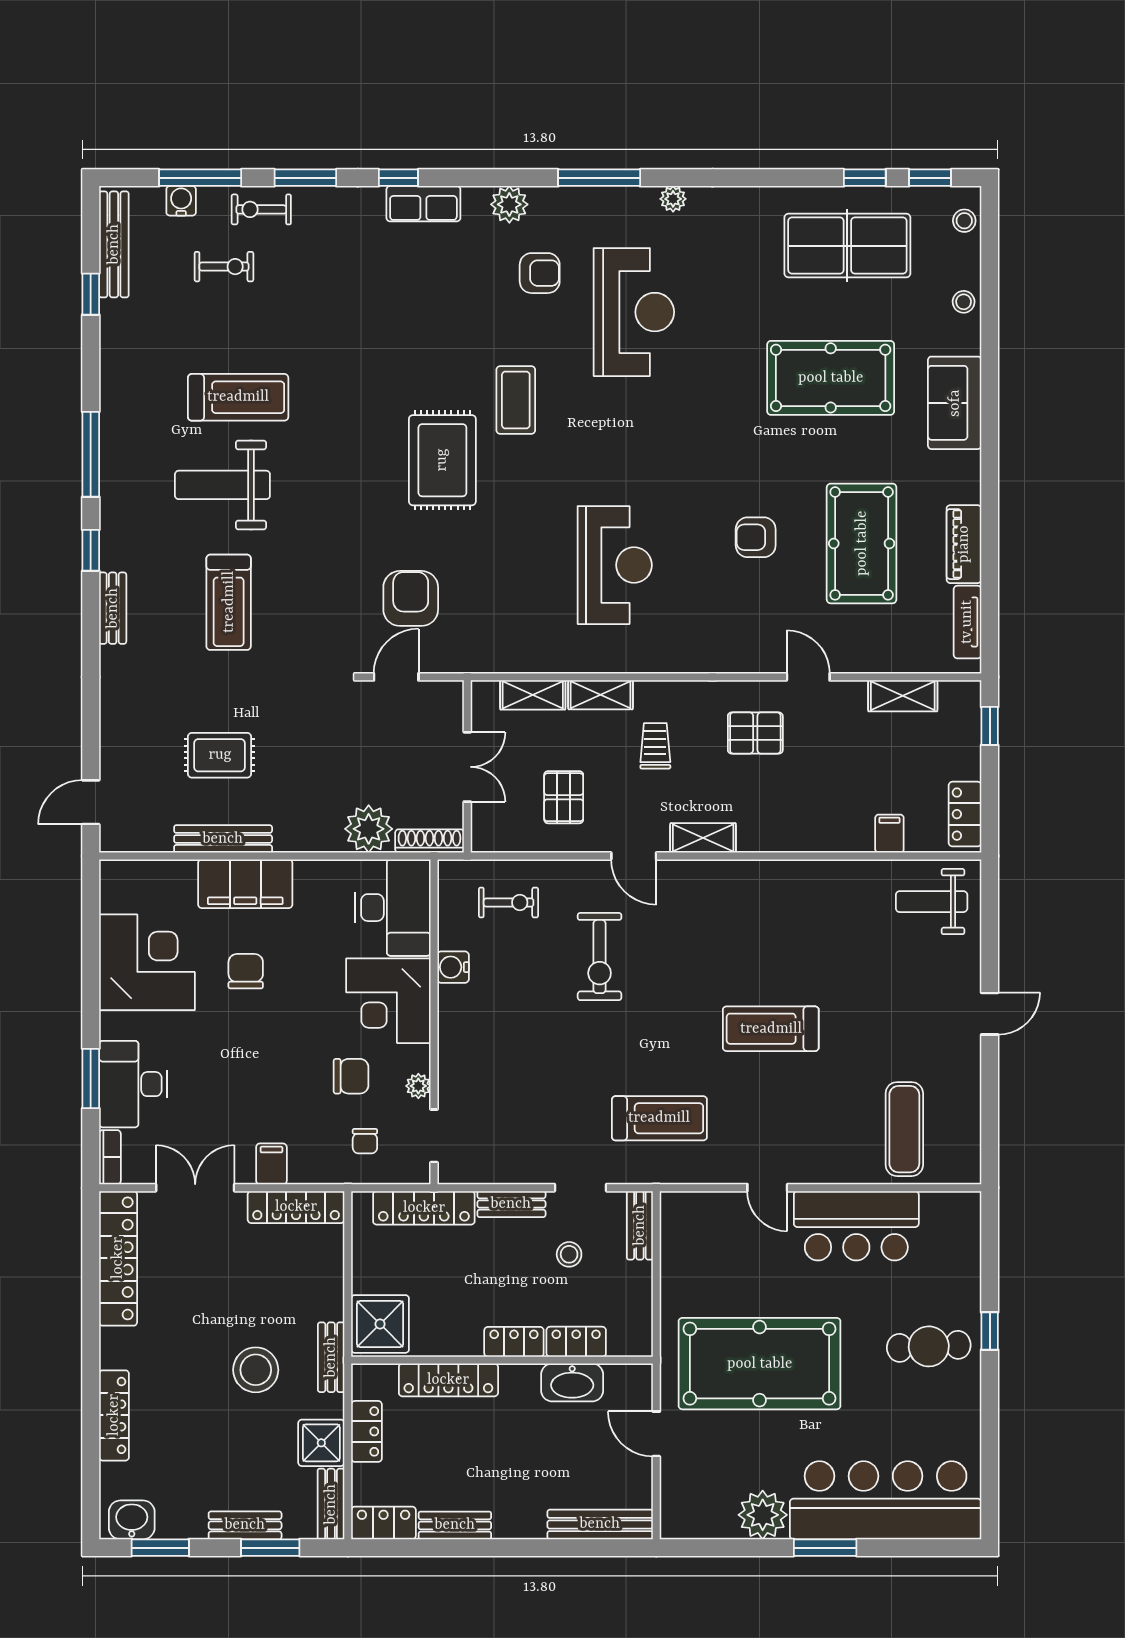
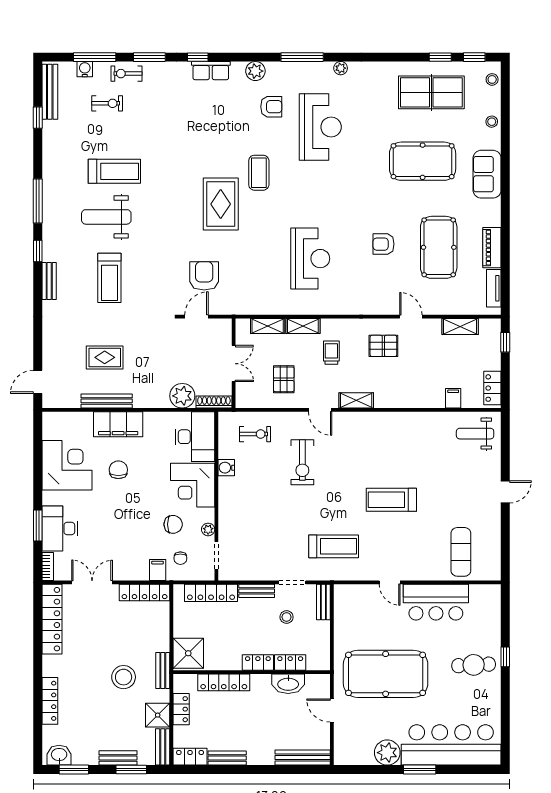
filing cabinet: (271, 1164) -> (158, 570), moved

